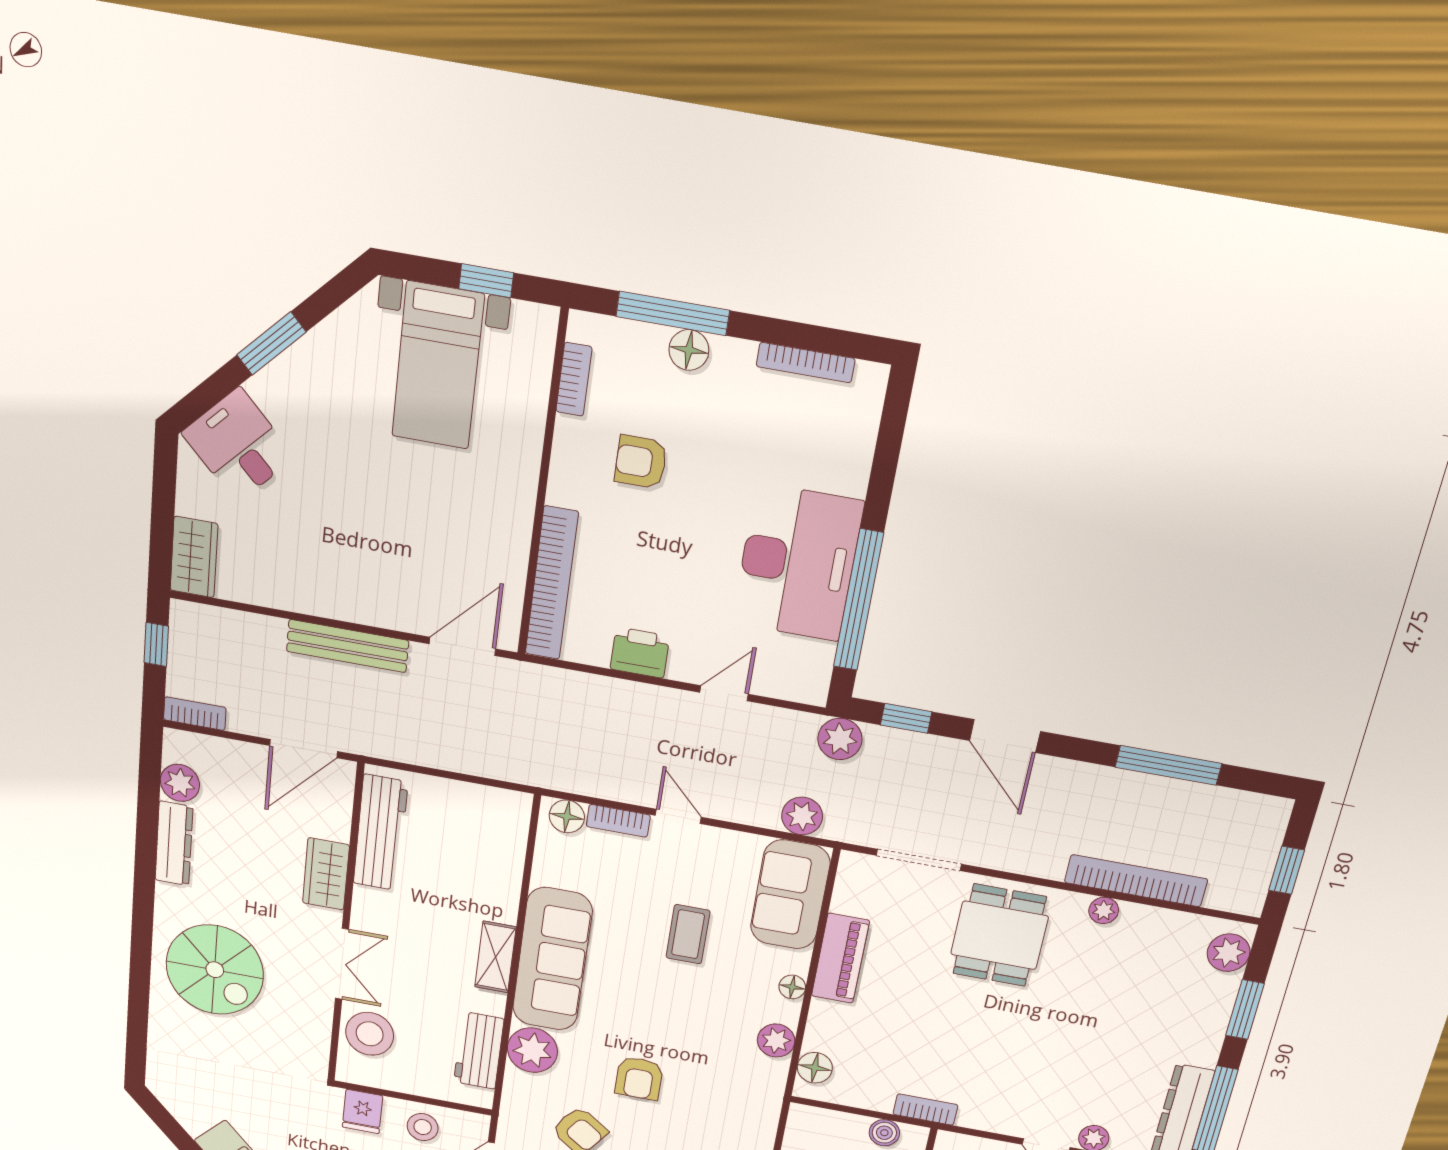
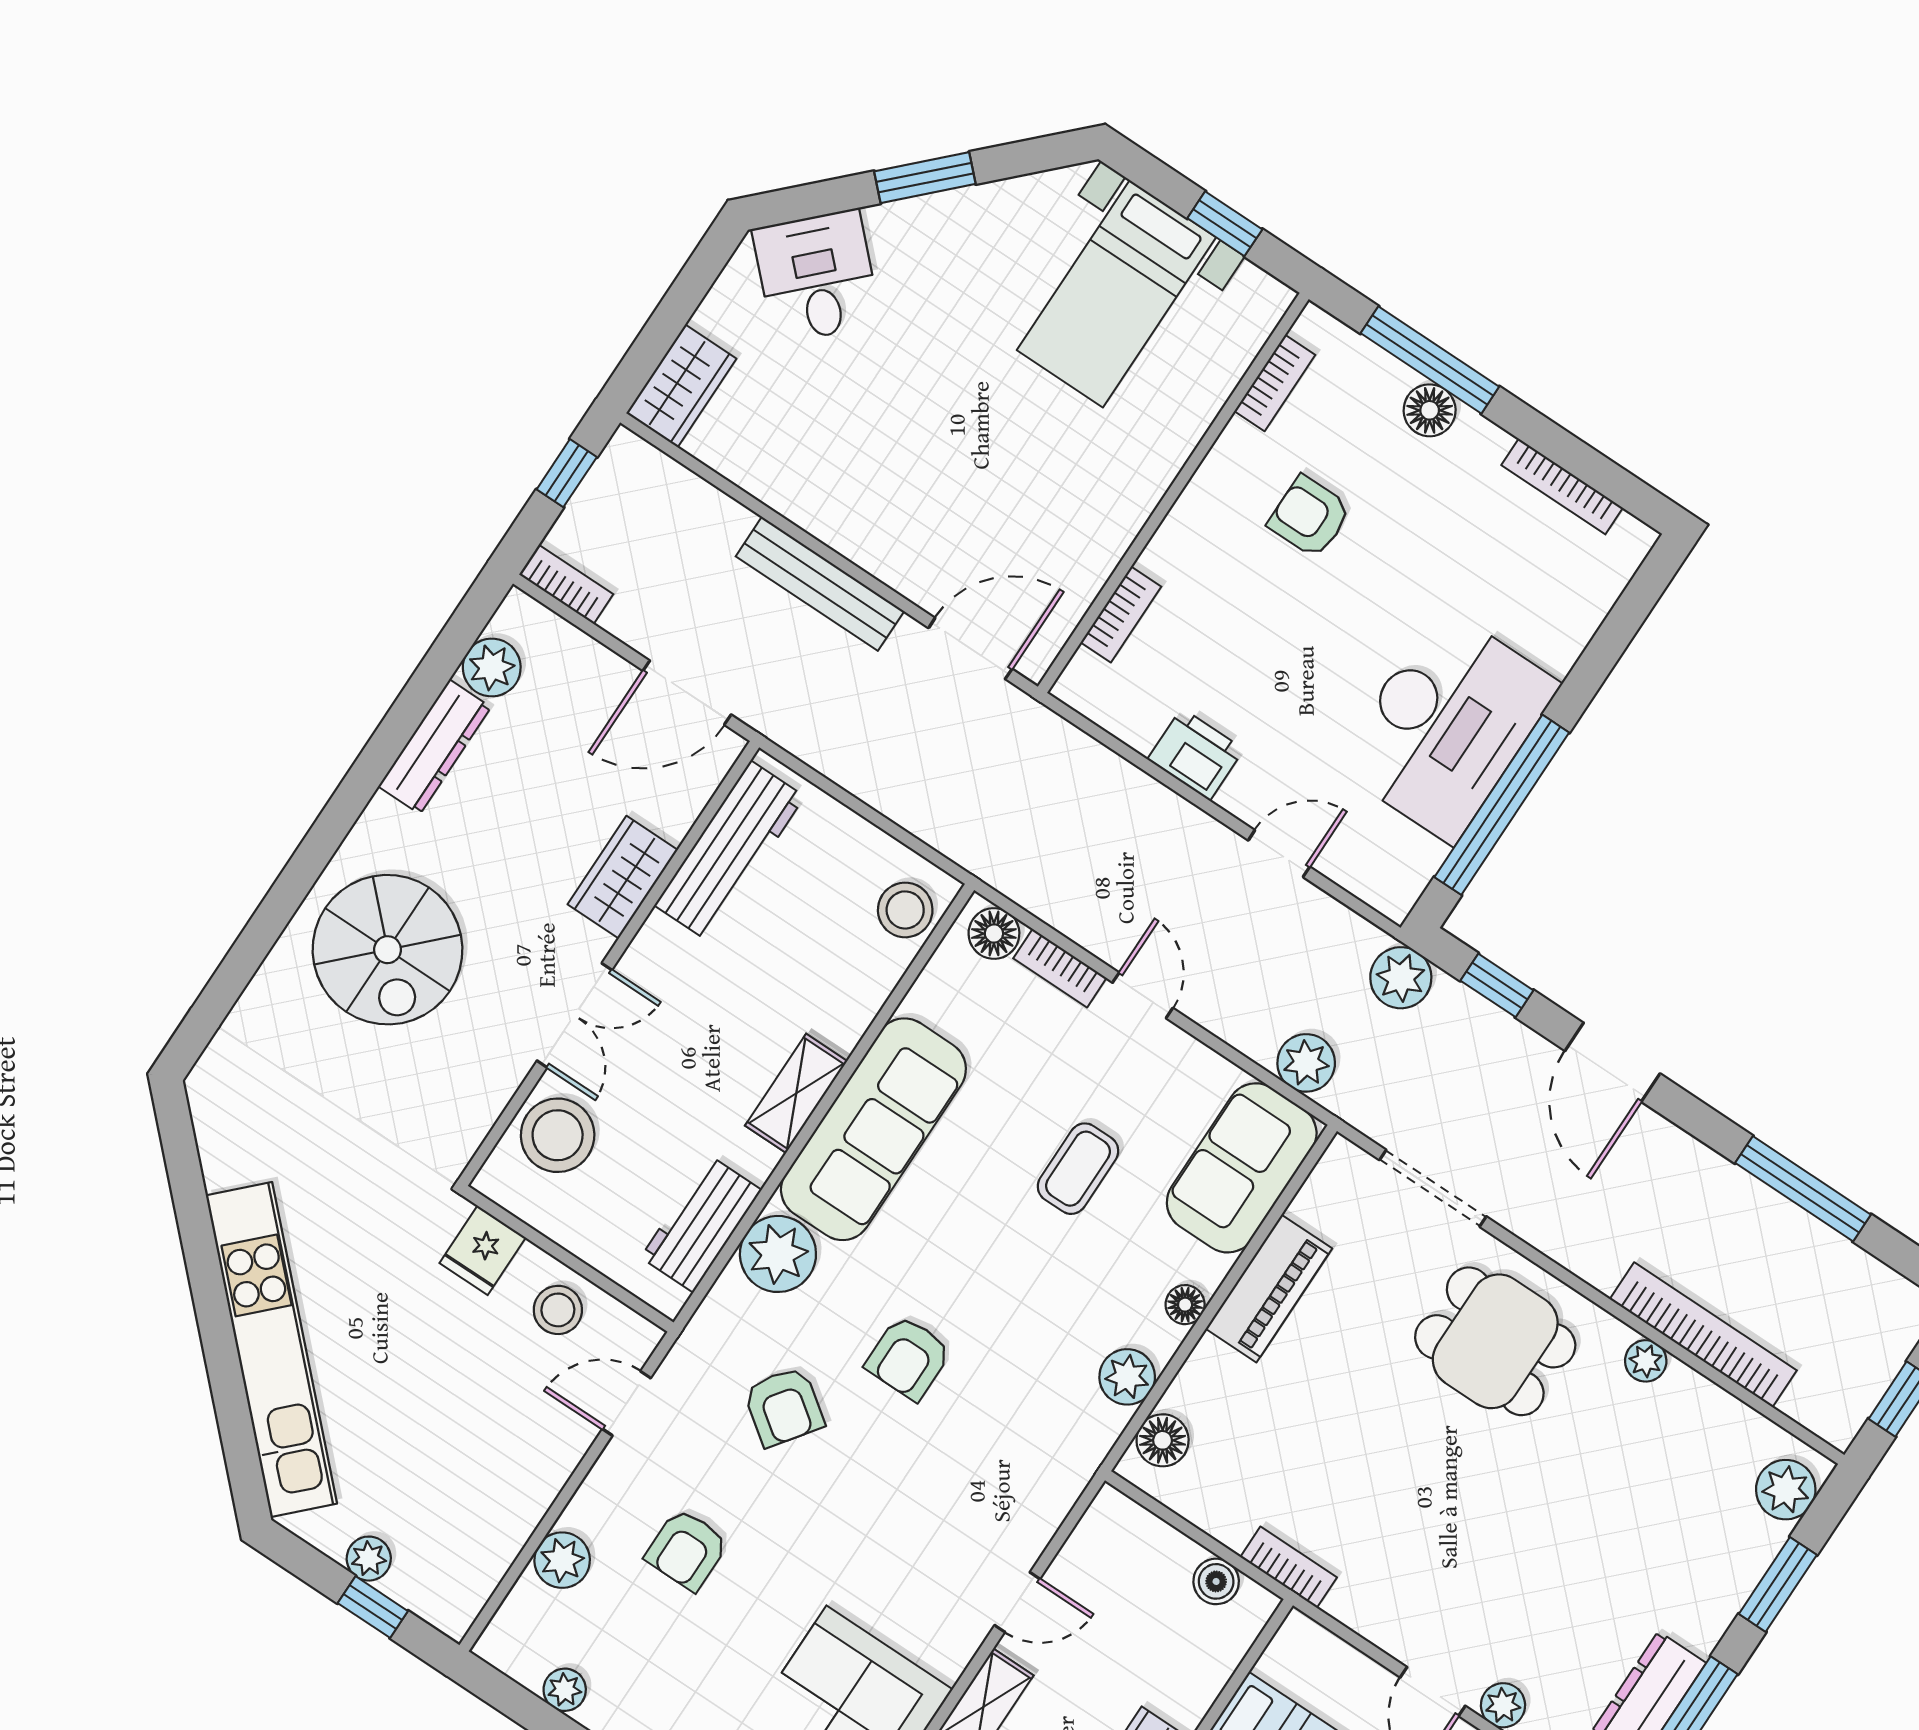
bookcase: (552, 583) -> (1121, 614), width x0.43, depth x0.76
stool: (505, 824) -> (905, 910), added
dining table: (999, 935) -> (1495, 1341), turned 90

